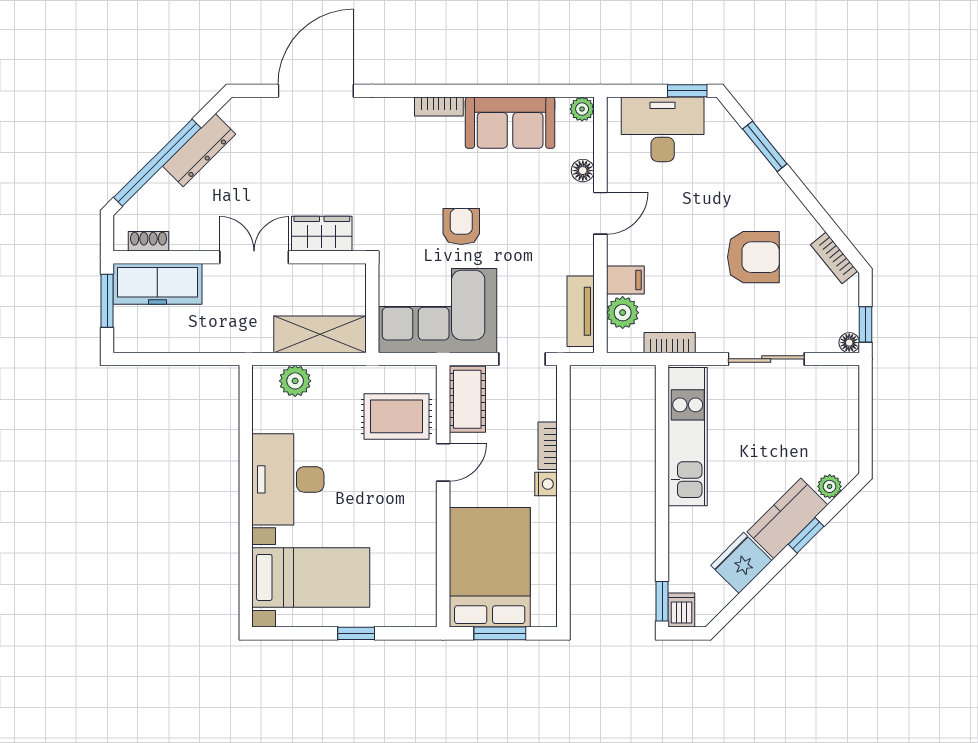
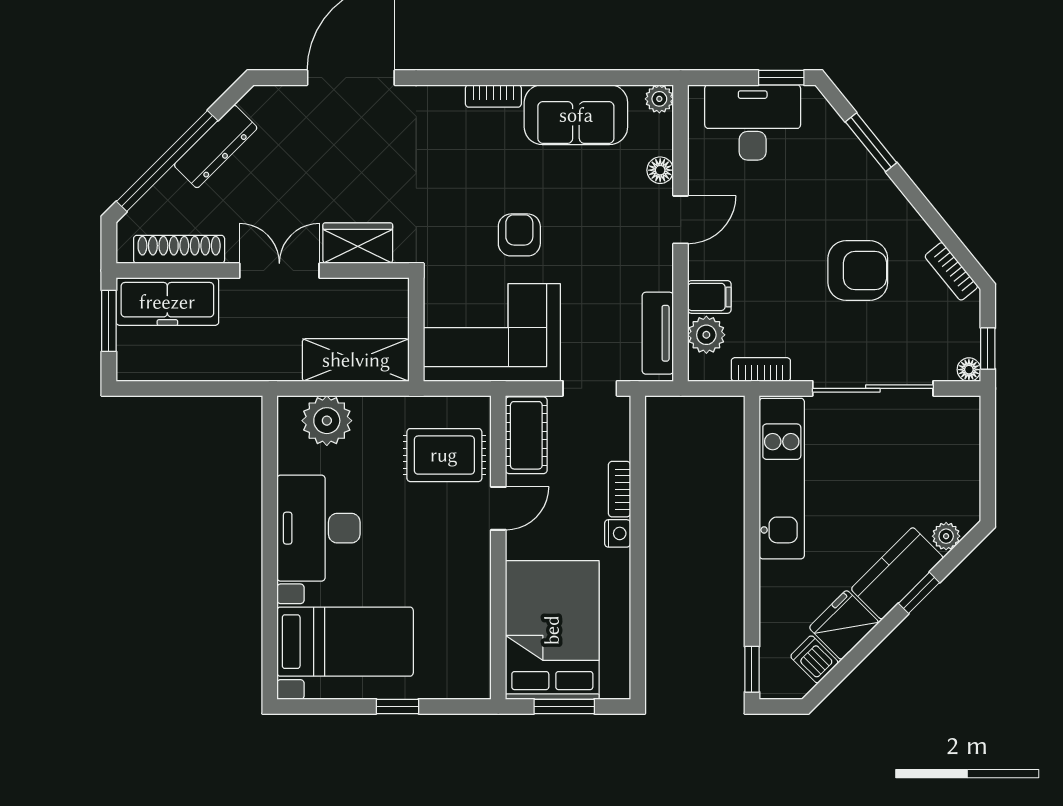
shoe rack: (149, 241) -> (179, 249), width x1.94, depth x1.24
sliding door: (766, 359) -> (873, 388), width x1.37
plant: (295, 381) -> (327, 421), width x1.36, depth x1.36
dishwasher: (681, 610) -> (814, 659), moved, turned -45

